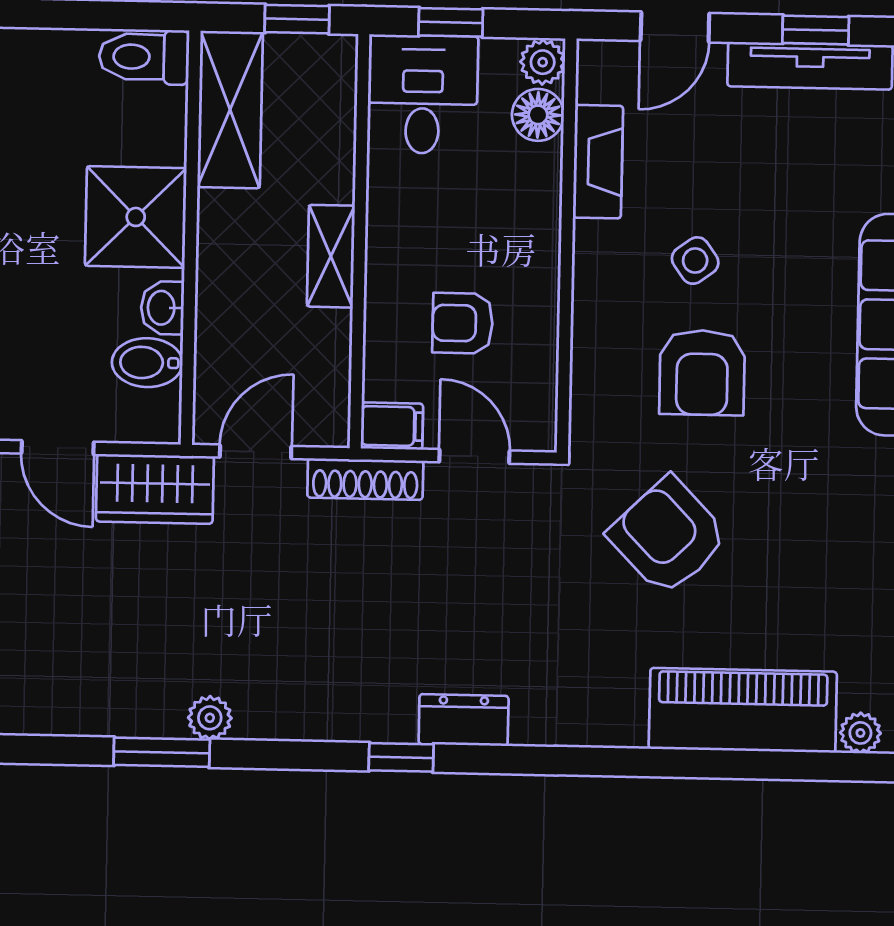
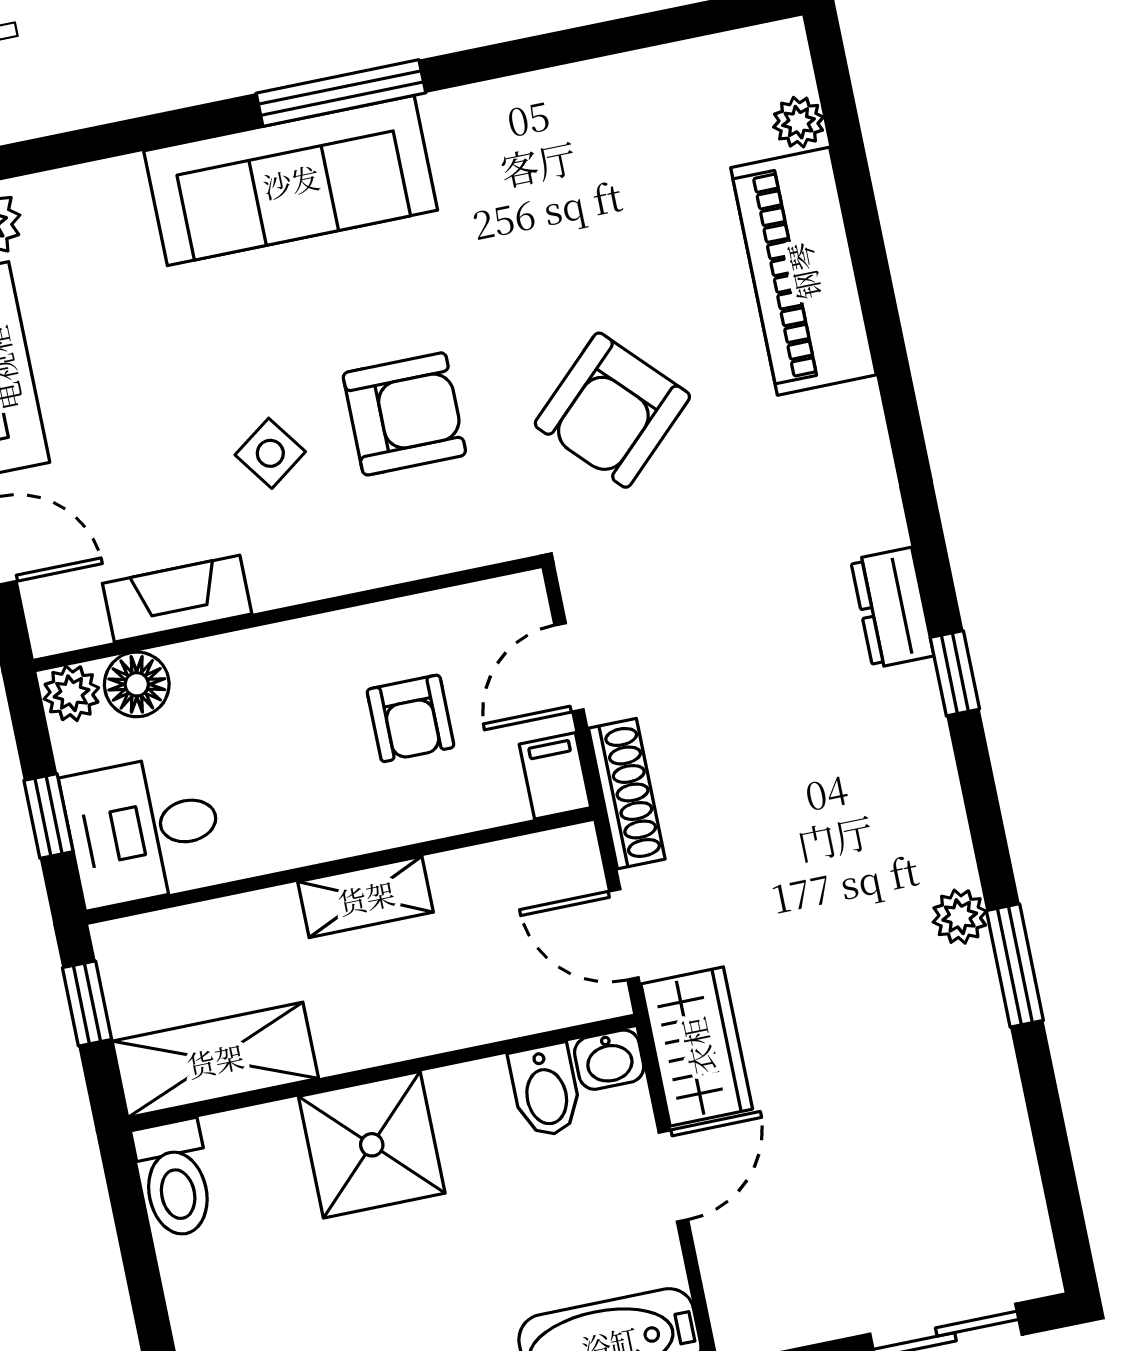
washbasin: (162, 308) -> (609, 1060), moved

